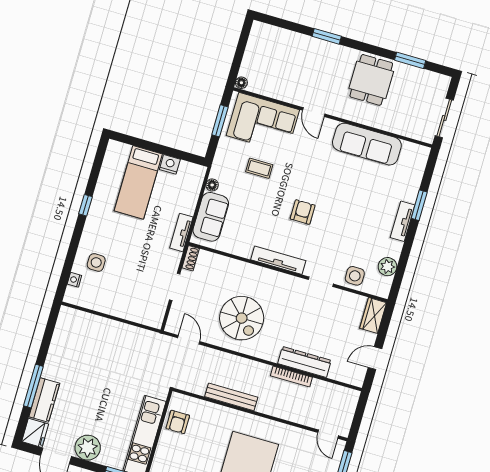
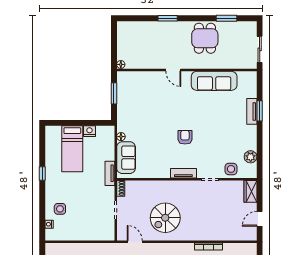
corner sofa: (263, 123) -> (142, 86), removed
coffee table: (259, 168) -> (148, 117), removed
tv unit: (403, 221) -> (252, 111), moved
tv unit: (278, 260) -> (183, 173), width x0.71
spiral stairs: (242, 318) -> (165, 218), turned 90
dresser: (304, 362) -> (214, 235), removed

